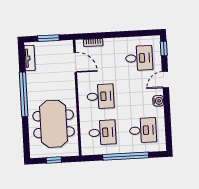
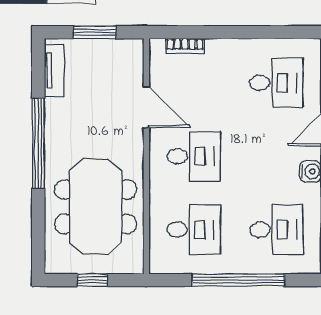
door: (75, 62) -> (146, 107), moved

